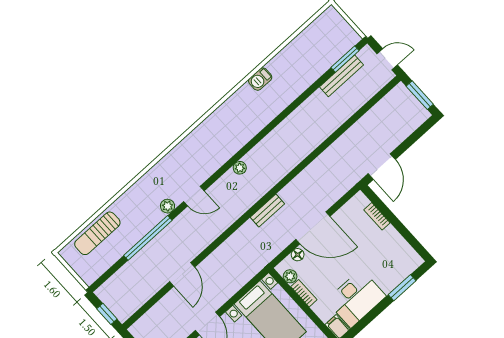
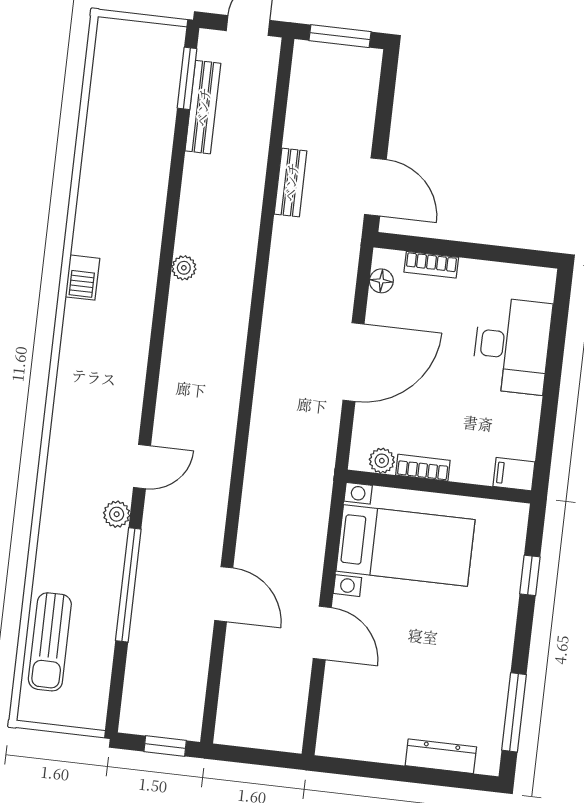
barbecue: (260, 79) -> (83, 278), moved
plant: (240, 168) -> (184, 268), moved
bench: (267, 211) -> (291, 182), moved
floor lamp: (298, 255) -> (381, 281), moved
window: (402, 288) -> (558, 336), removed
desk: (356, 298) -> (512, 346), moved

